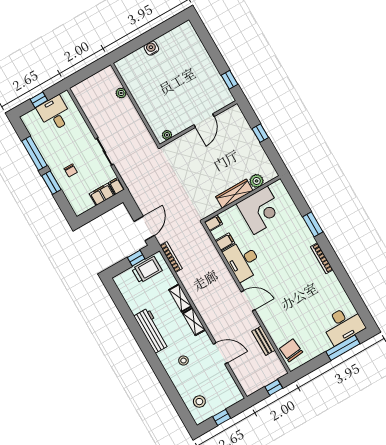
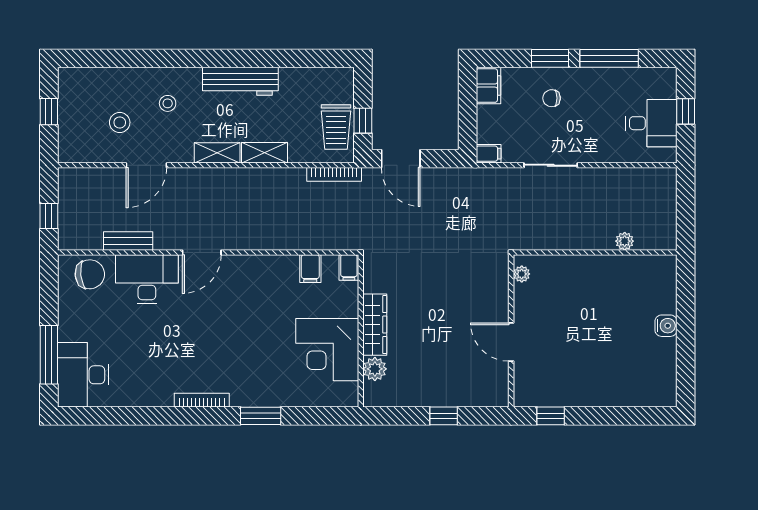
filing cabinet: (102, 194) -> (488, 86), moved
desk: (243, 261) -> (147, 279), moved
stool: (199, 402) -> (120, 122), moved

